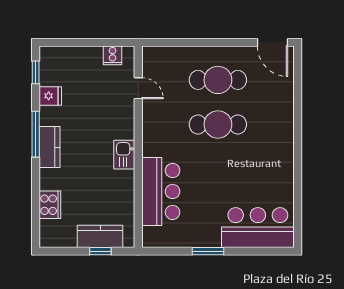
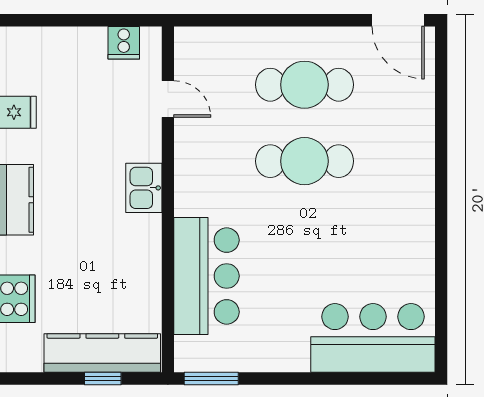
kitchen sink: (124, 155) -> (144, 188), moved
kitchen counter: (100, 236) -> (102, 353), width x1.50
window: (208, 251) -> (211, 378), moved

